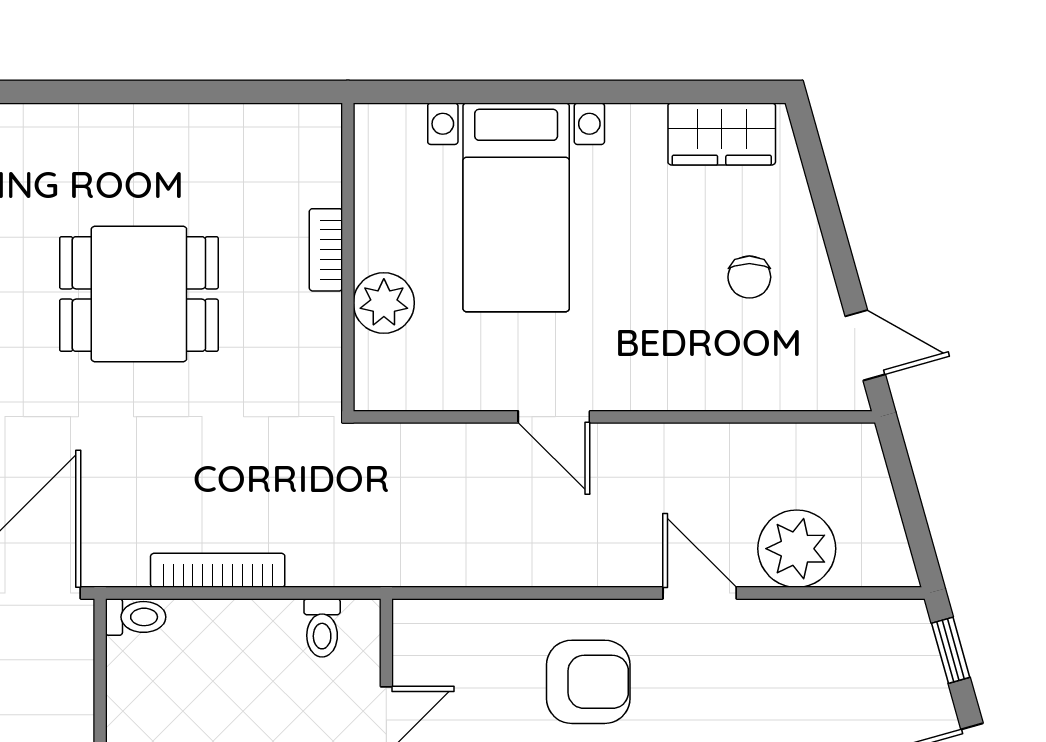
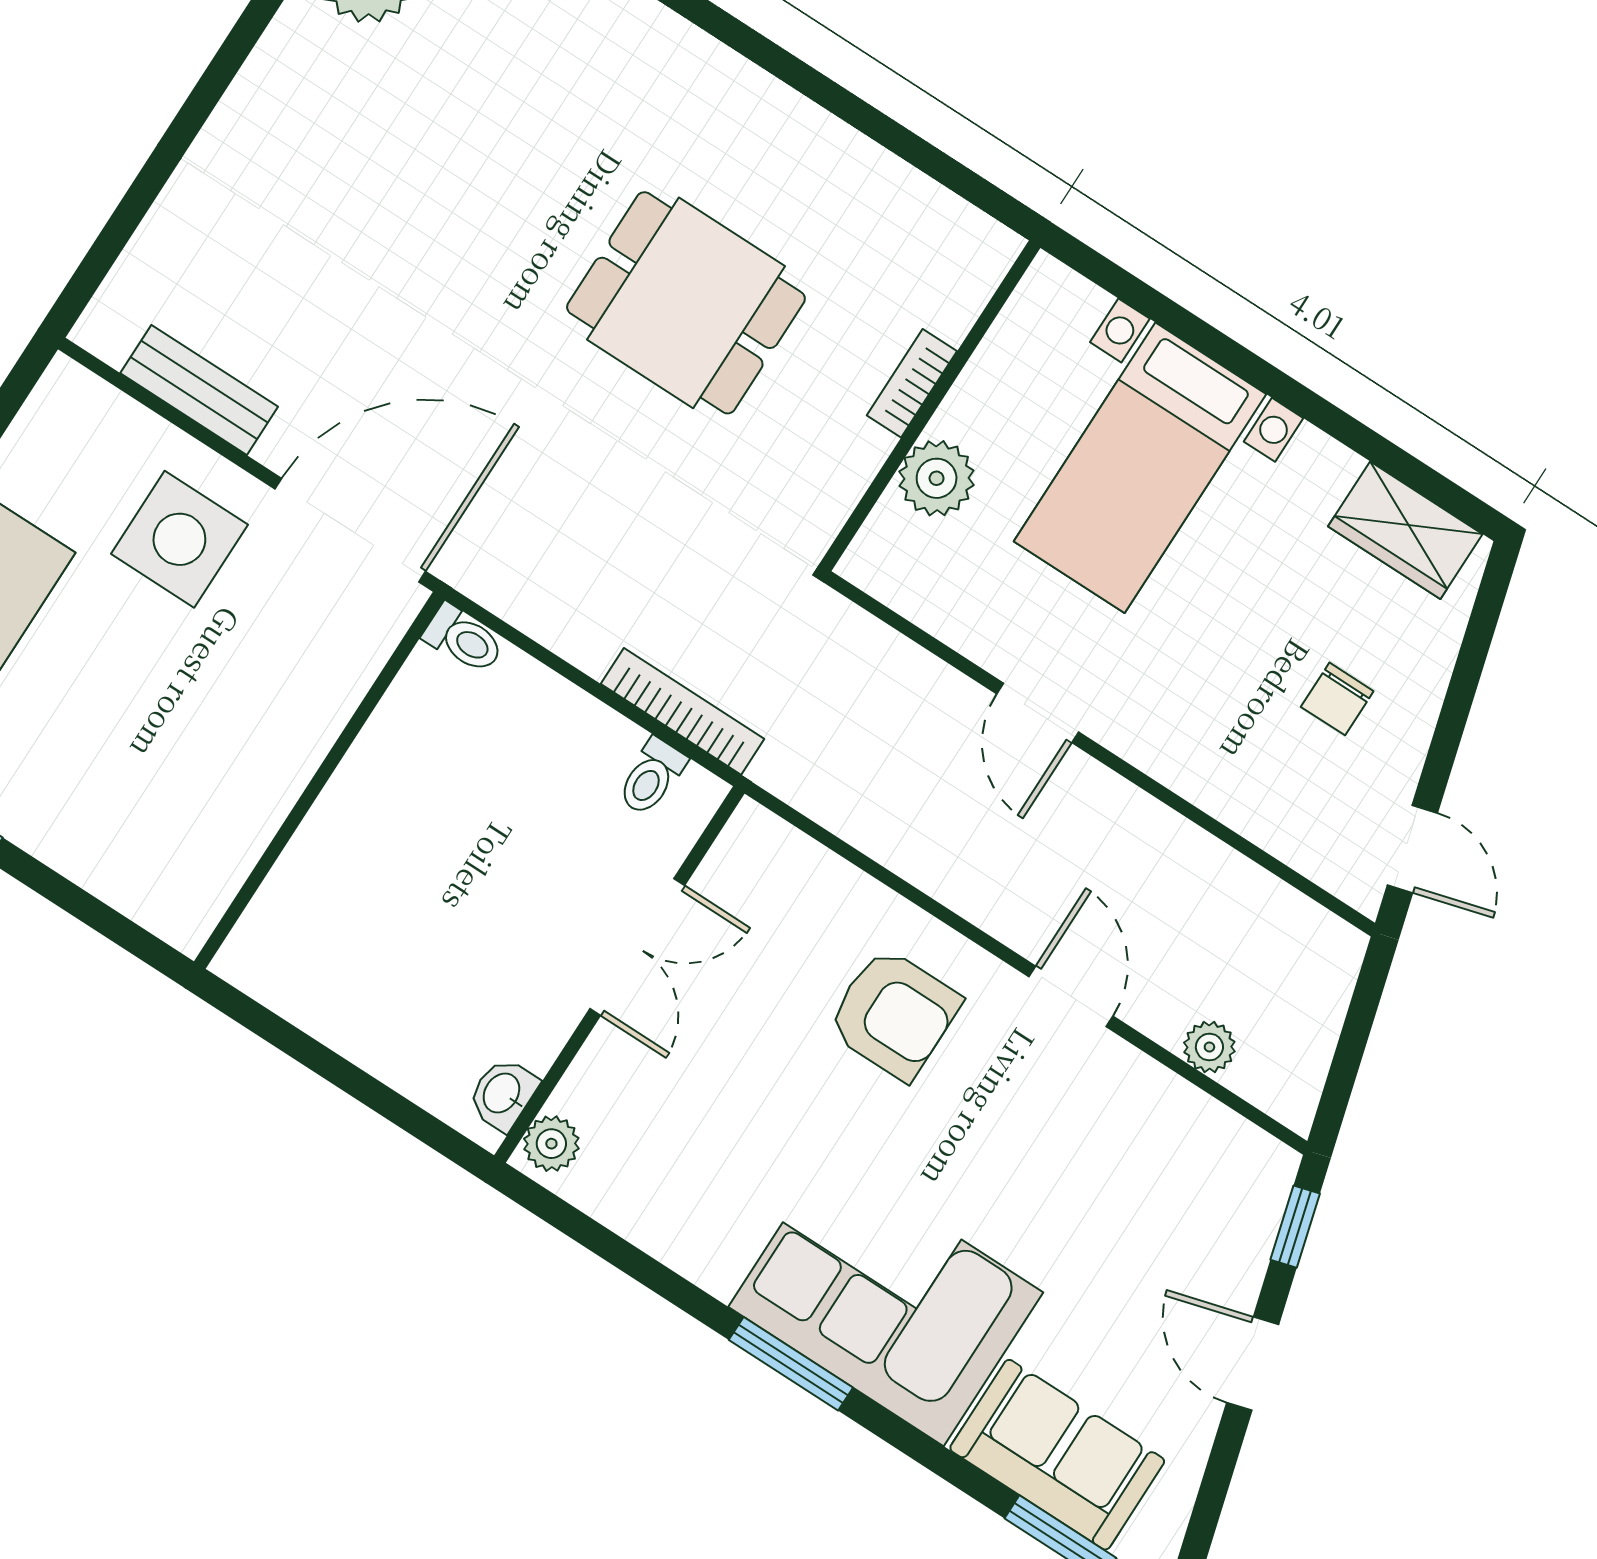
plant: (797, 549) -> (1209, 1047), width x0.53, depth x0.53
bookcase: (218, 570) -> (682, 711), moved

